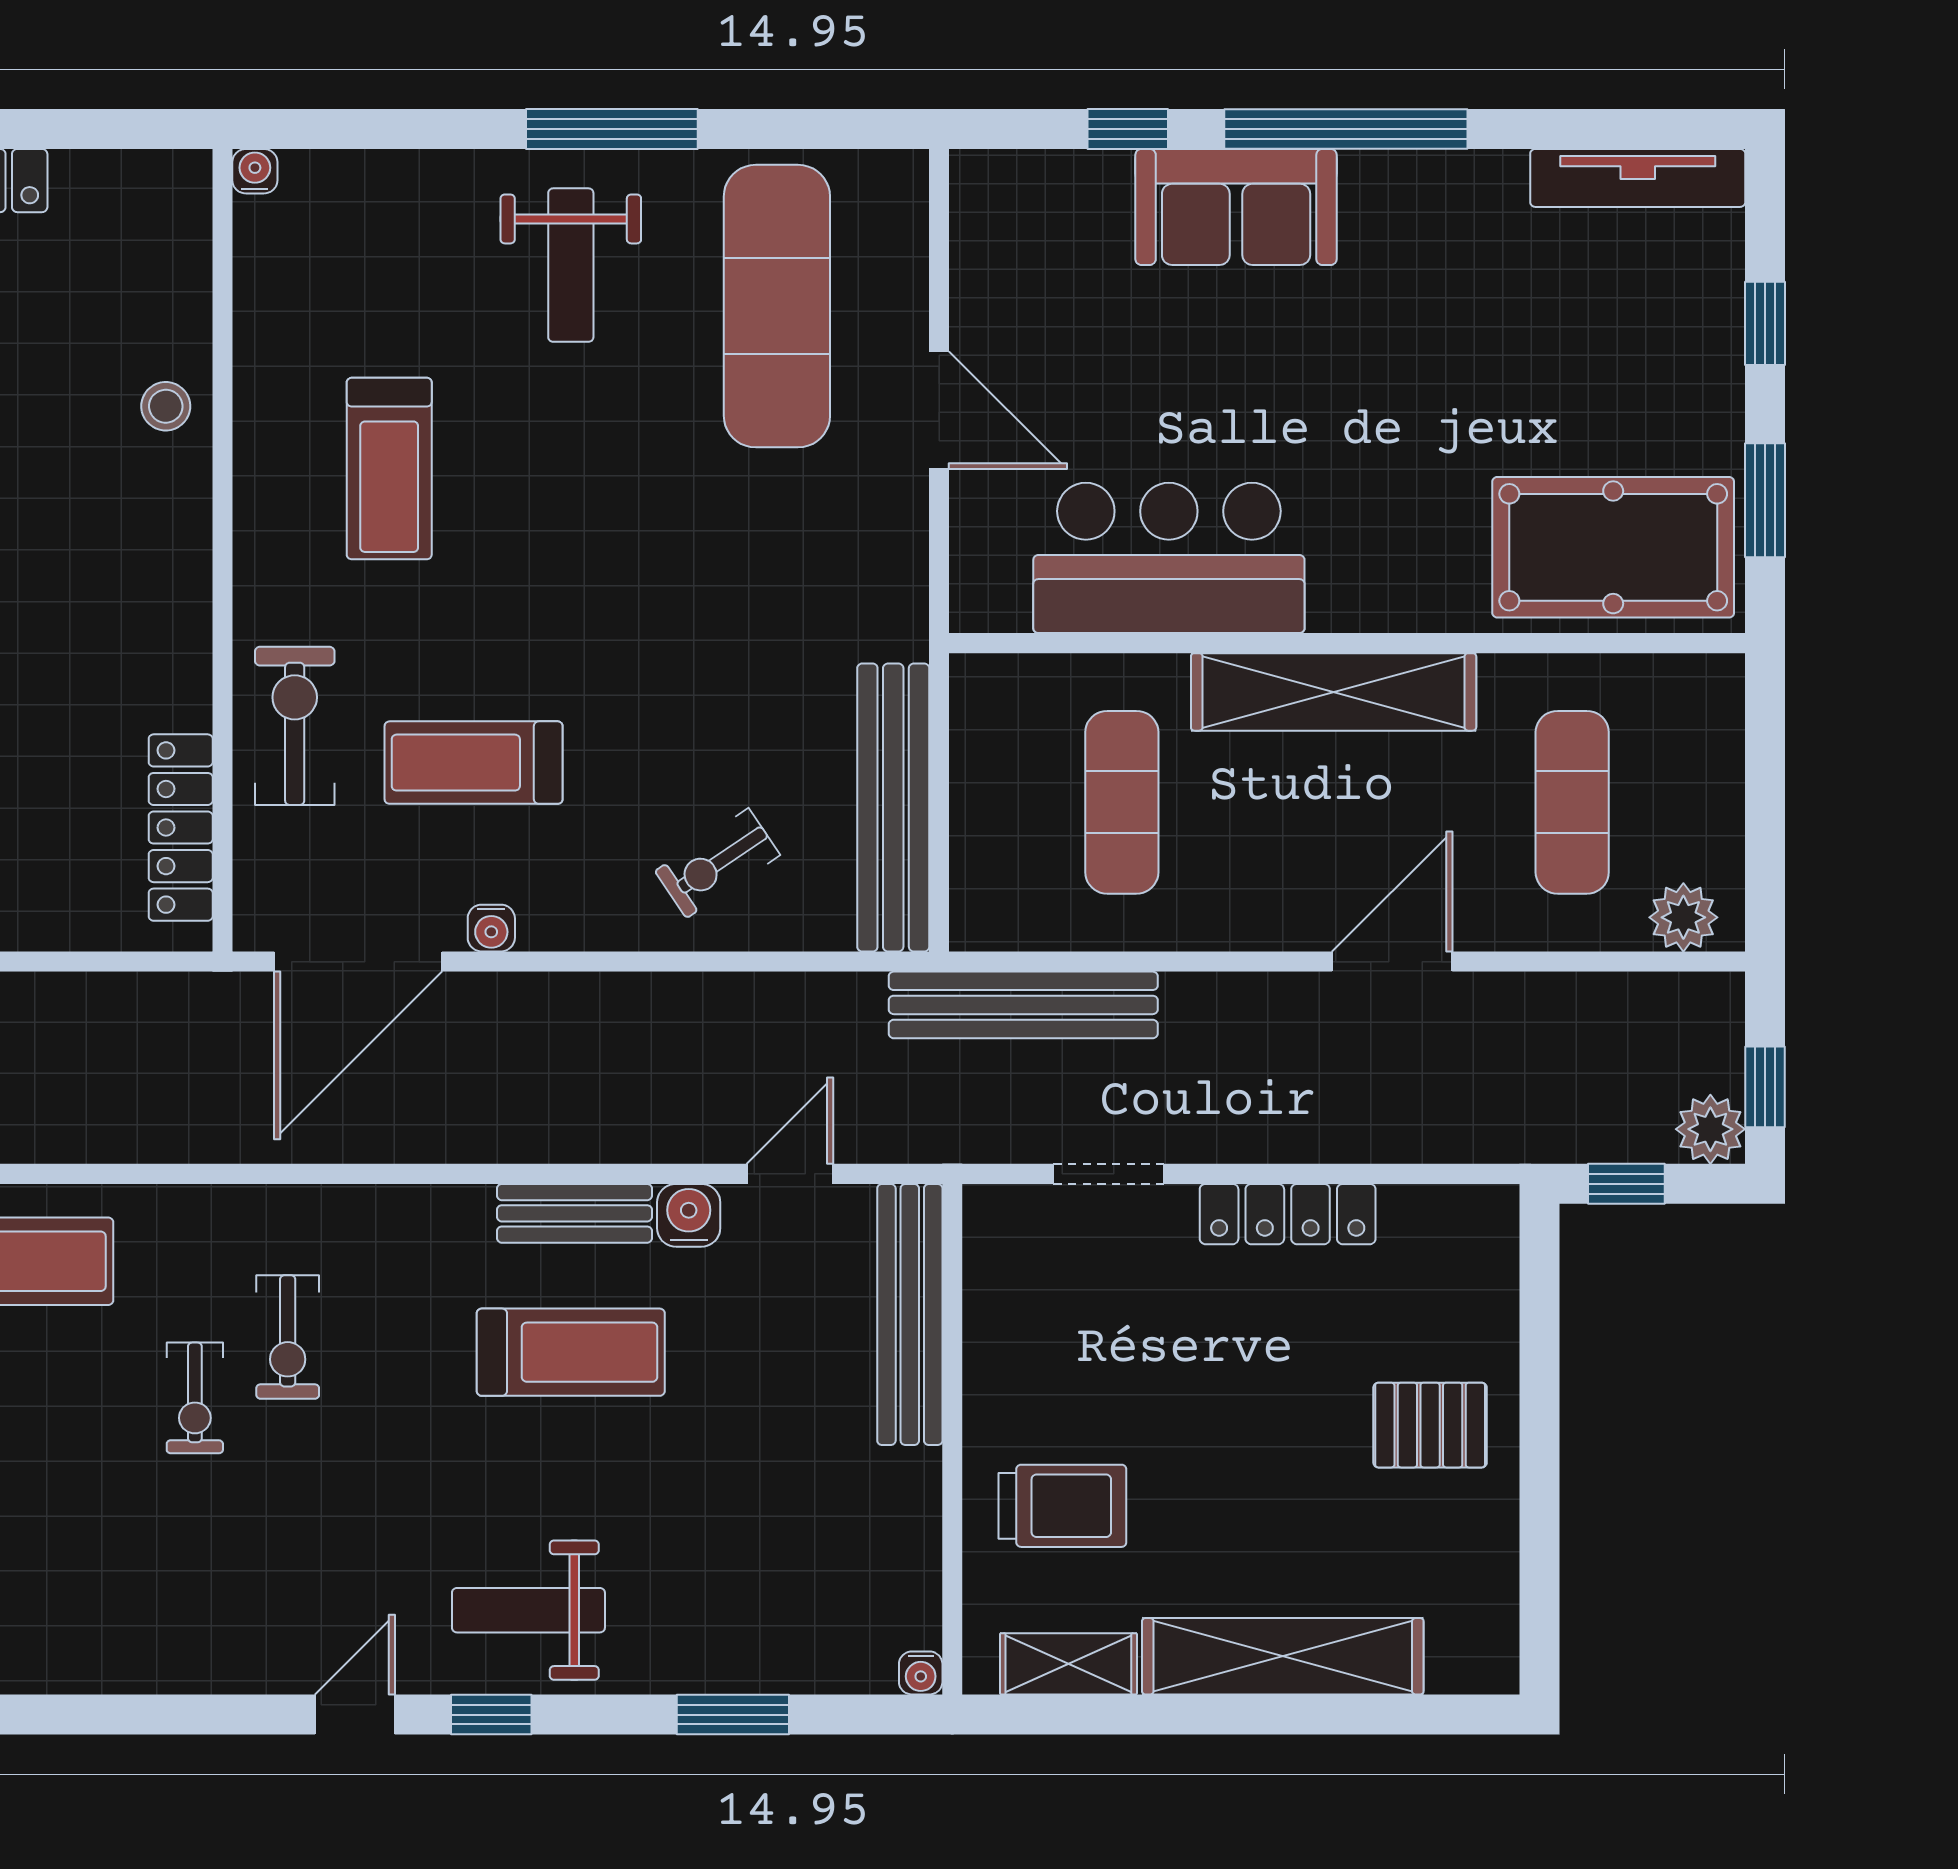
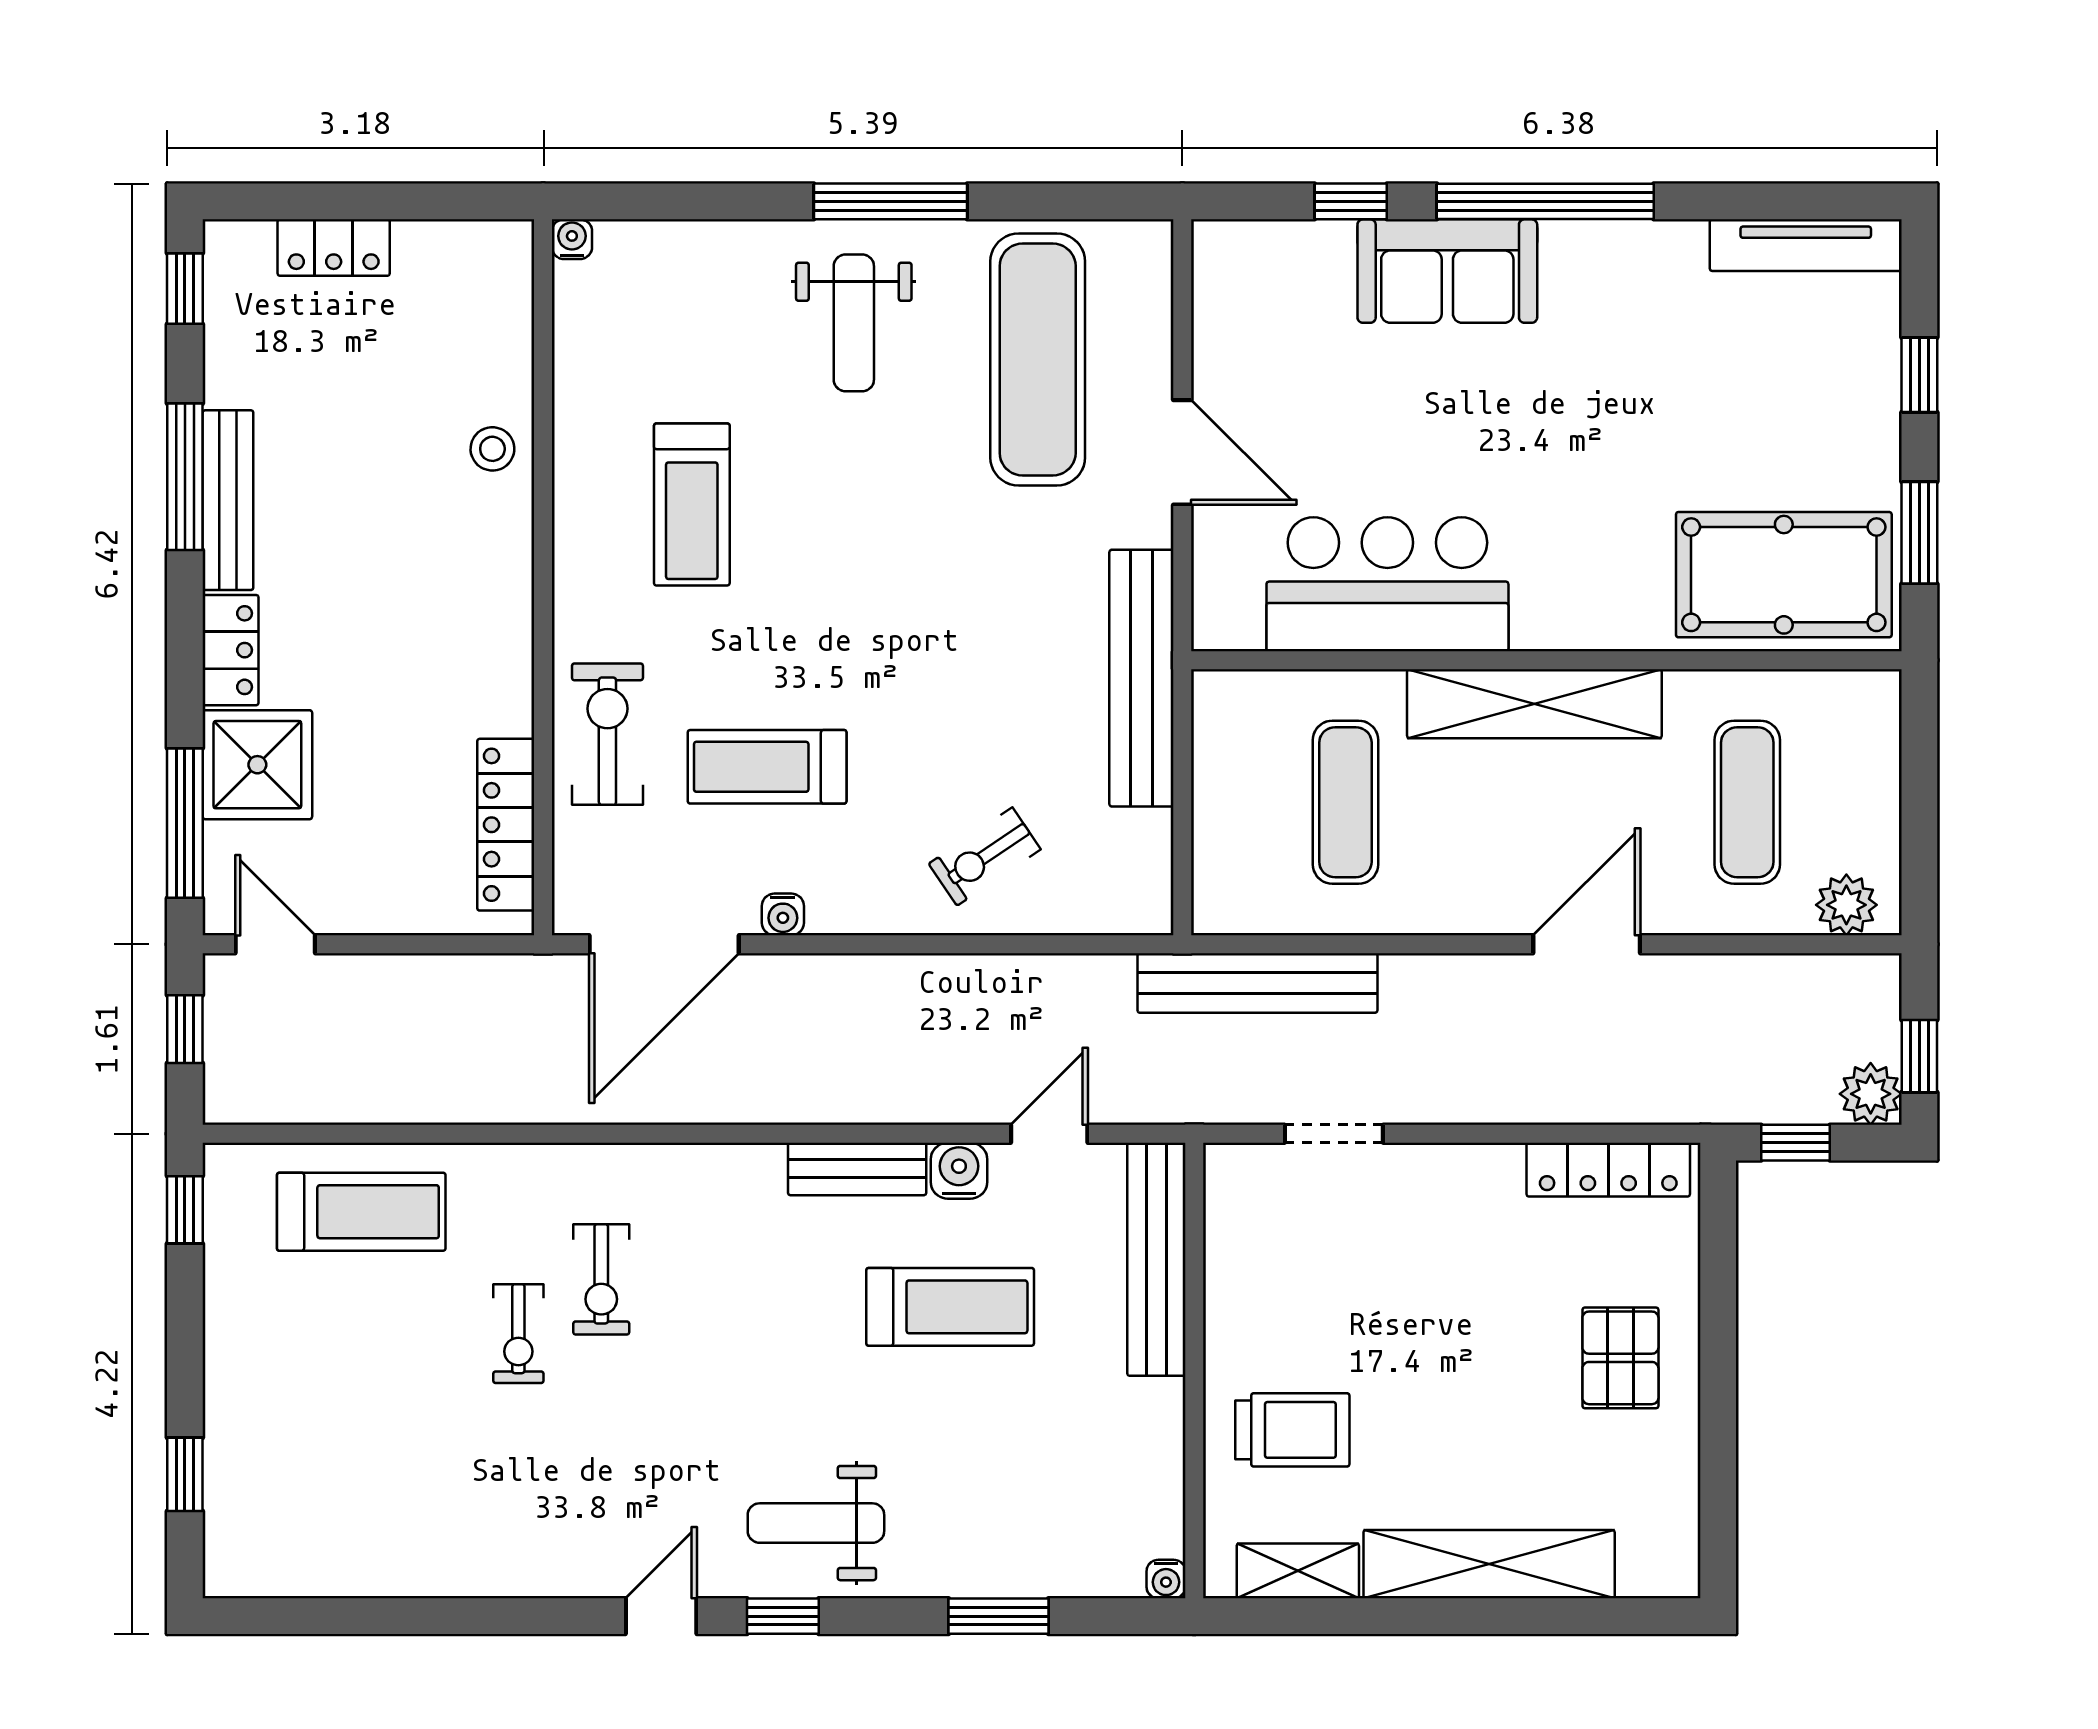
bench: (893, 807) -> (1141, 678), moved
locker: (1288, 1214) -> (1608, 1170), moved
treadmill: (571, 1352) -> (950, 1307), moved
pallet: (1430, 1425) -> (1620, 1358), turned 90

